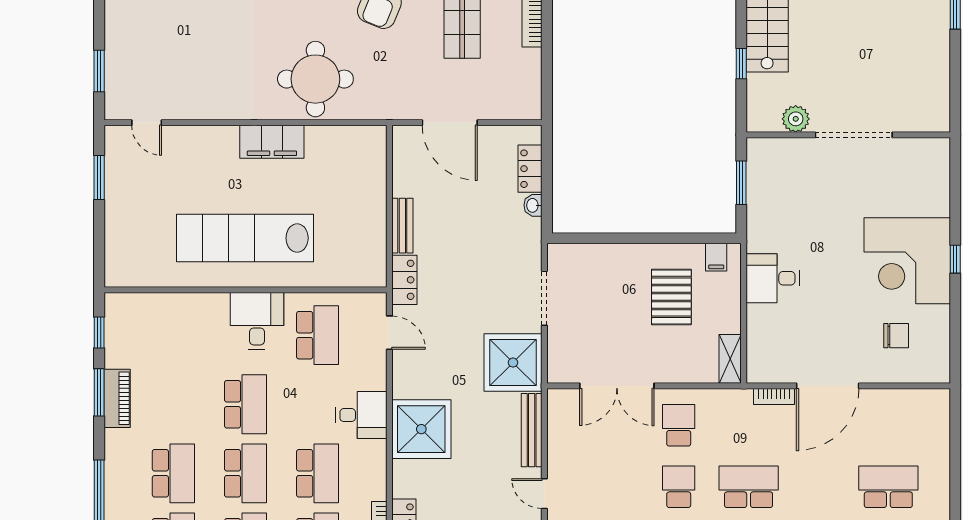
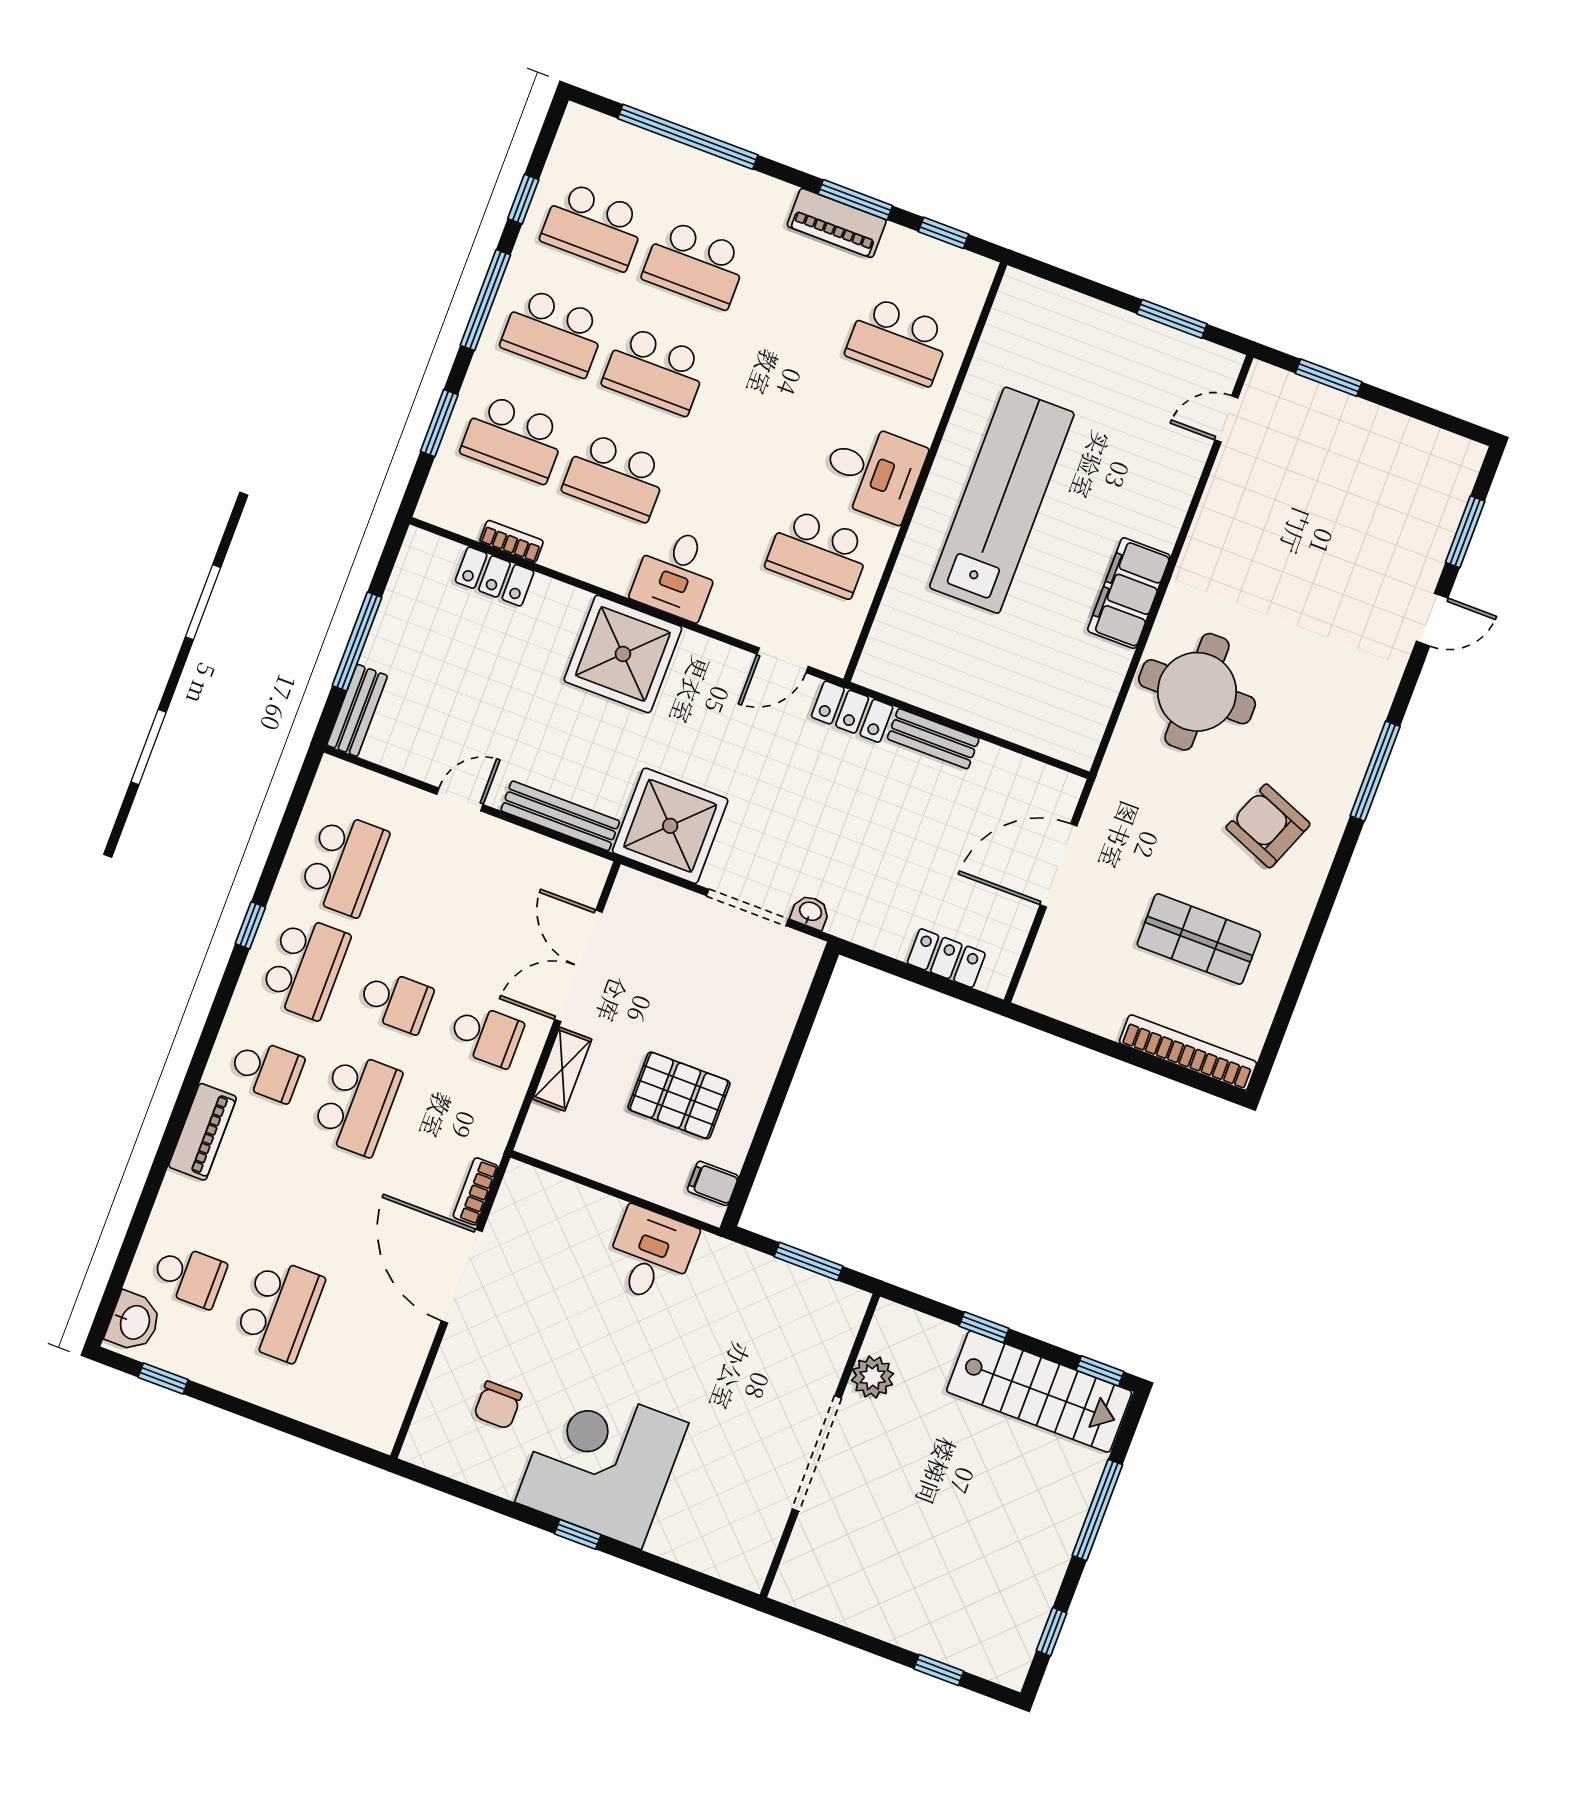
washbasin: (533, 205) -> (810, 912), moved
shelving: (730, 359) -> (562, 1069), moved, turned 90
school desk: (245, 404) -> (898, 341), moved

